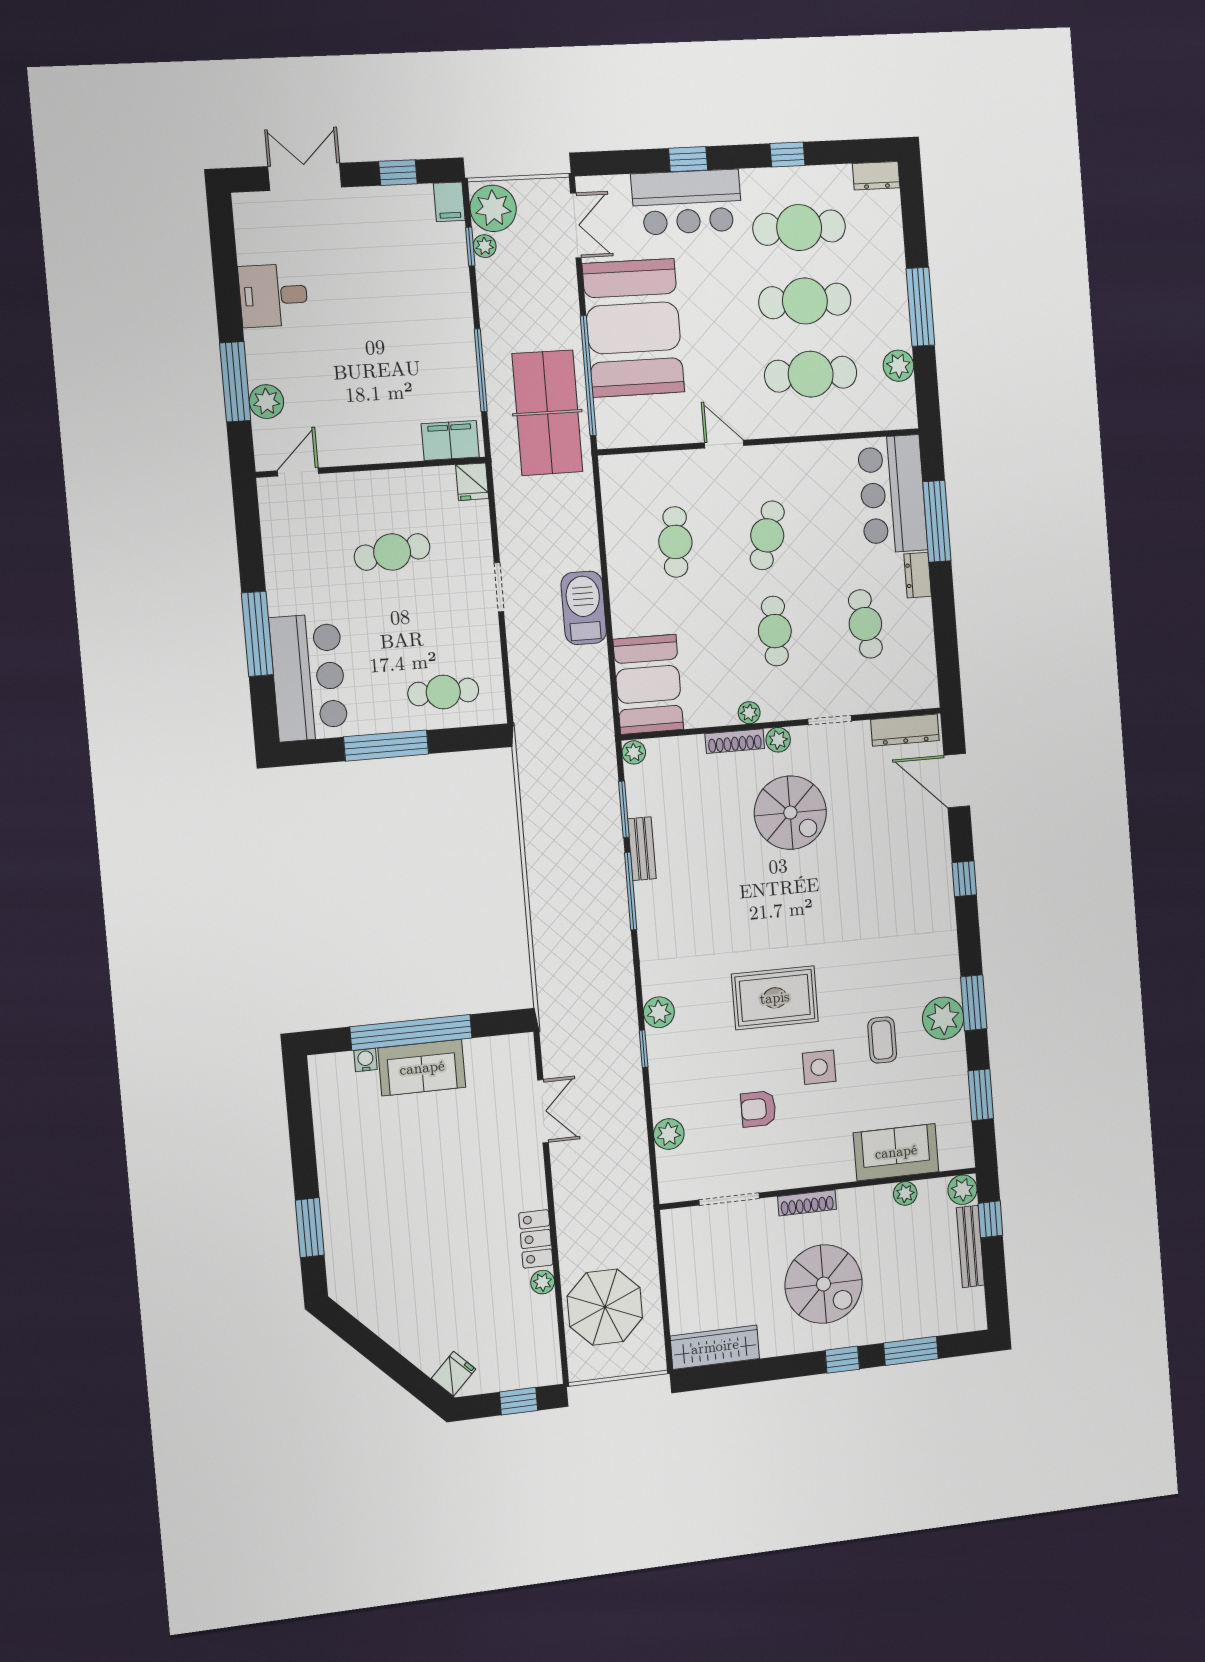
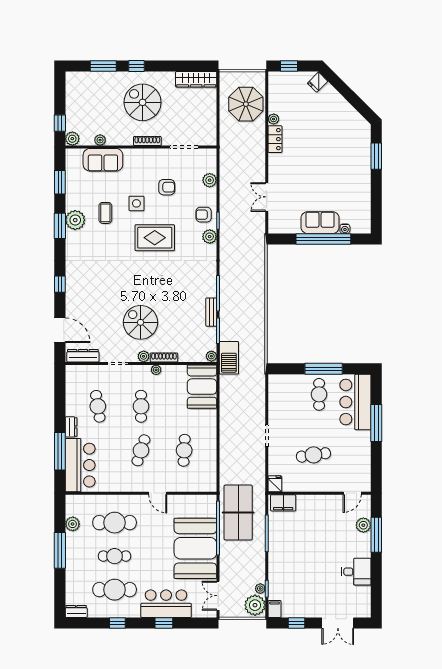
cafe table: (805, 301) -> (115, 556), width x0.73, depth x0.74
barbecue: (584, 608) -> (229, 358), moved
cafe table: (443, 692) -> (319, 394), moved, turned 90
armchair: (676, 1058) -> (204, 215), added
bench: (970, 1246) -> (71, 112), removed

